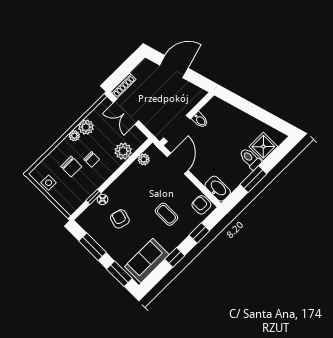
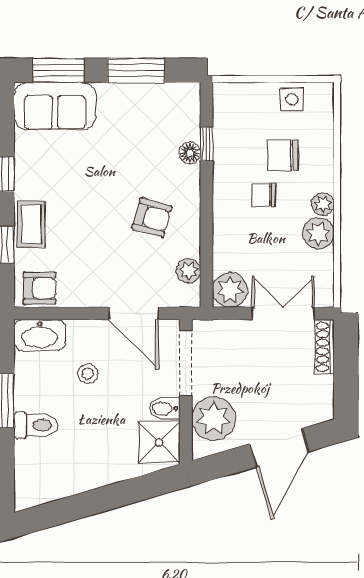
plant: (187, 99) -> (214, 419), added
shower: (263, 147) -> (159, 442), moved
plant: (123, 151) -> (230, 290), moved
stool: (214, 159) -> (88, 374), added
coffee table: (166, 214) -> (31, 224), moved, turned 90
armchair: (120, 219) -> (152, 218), moved
sofa: (147, 261) -> (55, 106), moved, turned 90

